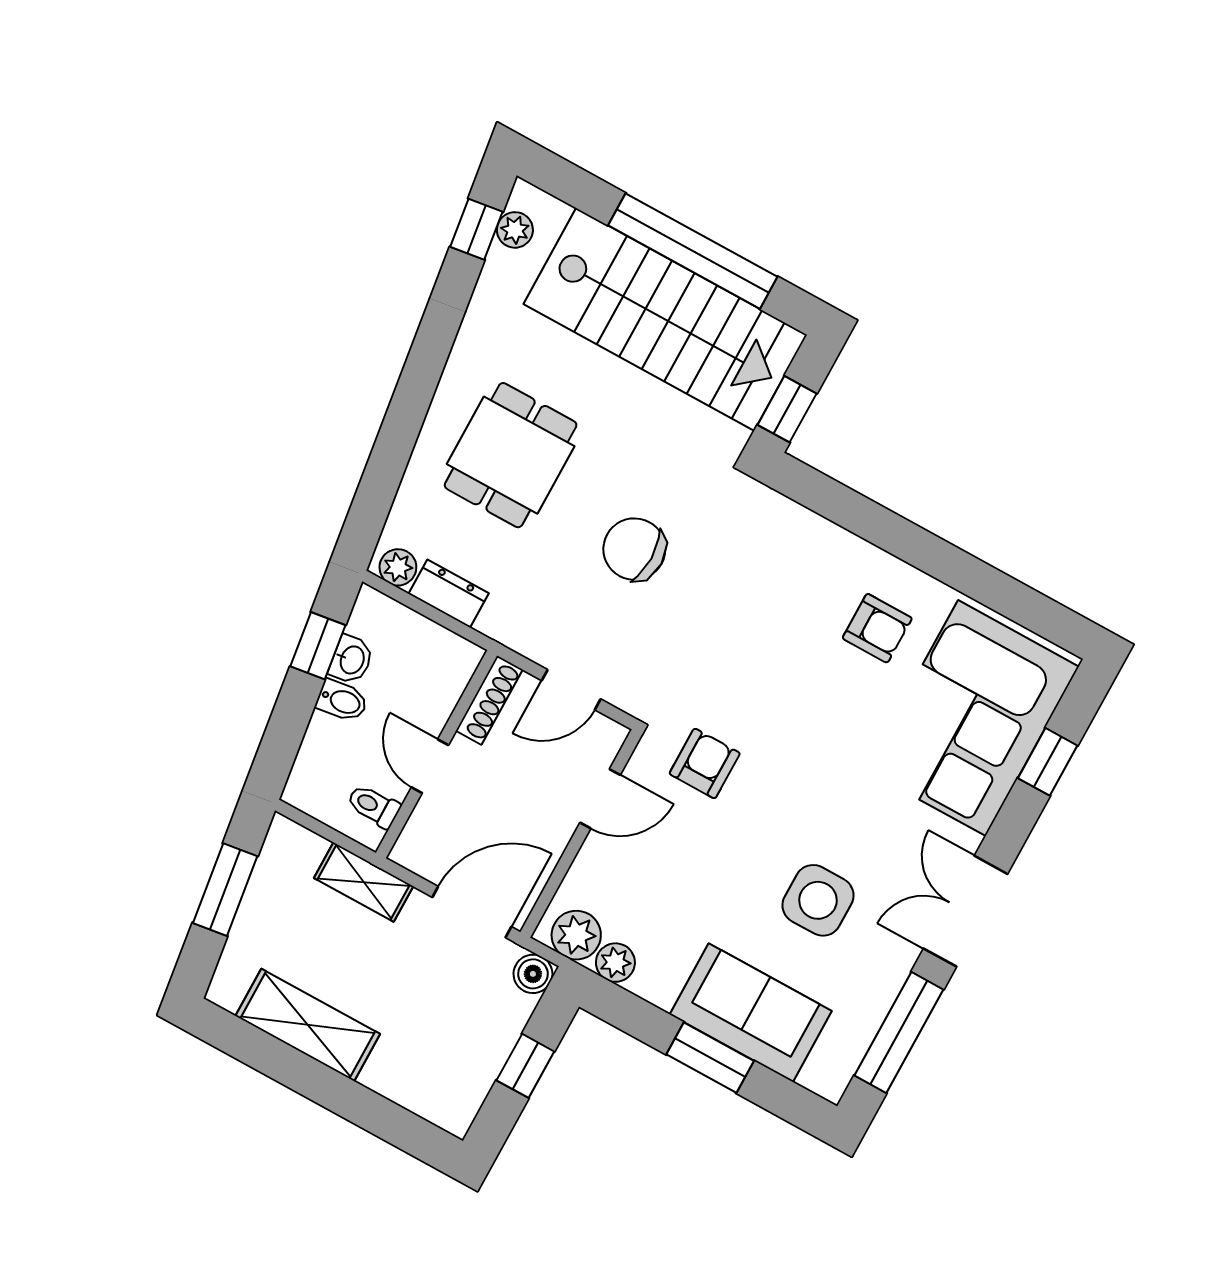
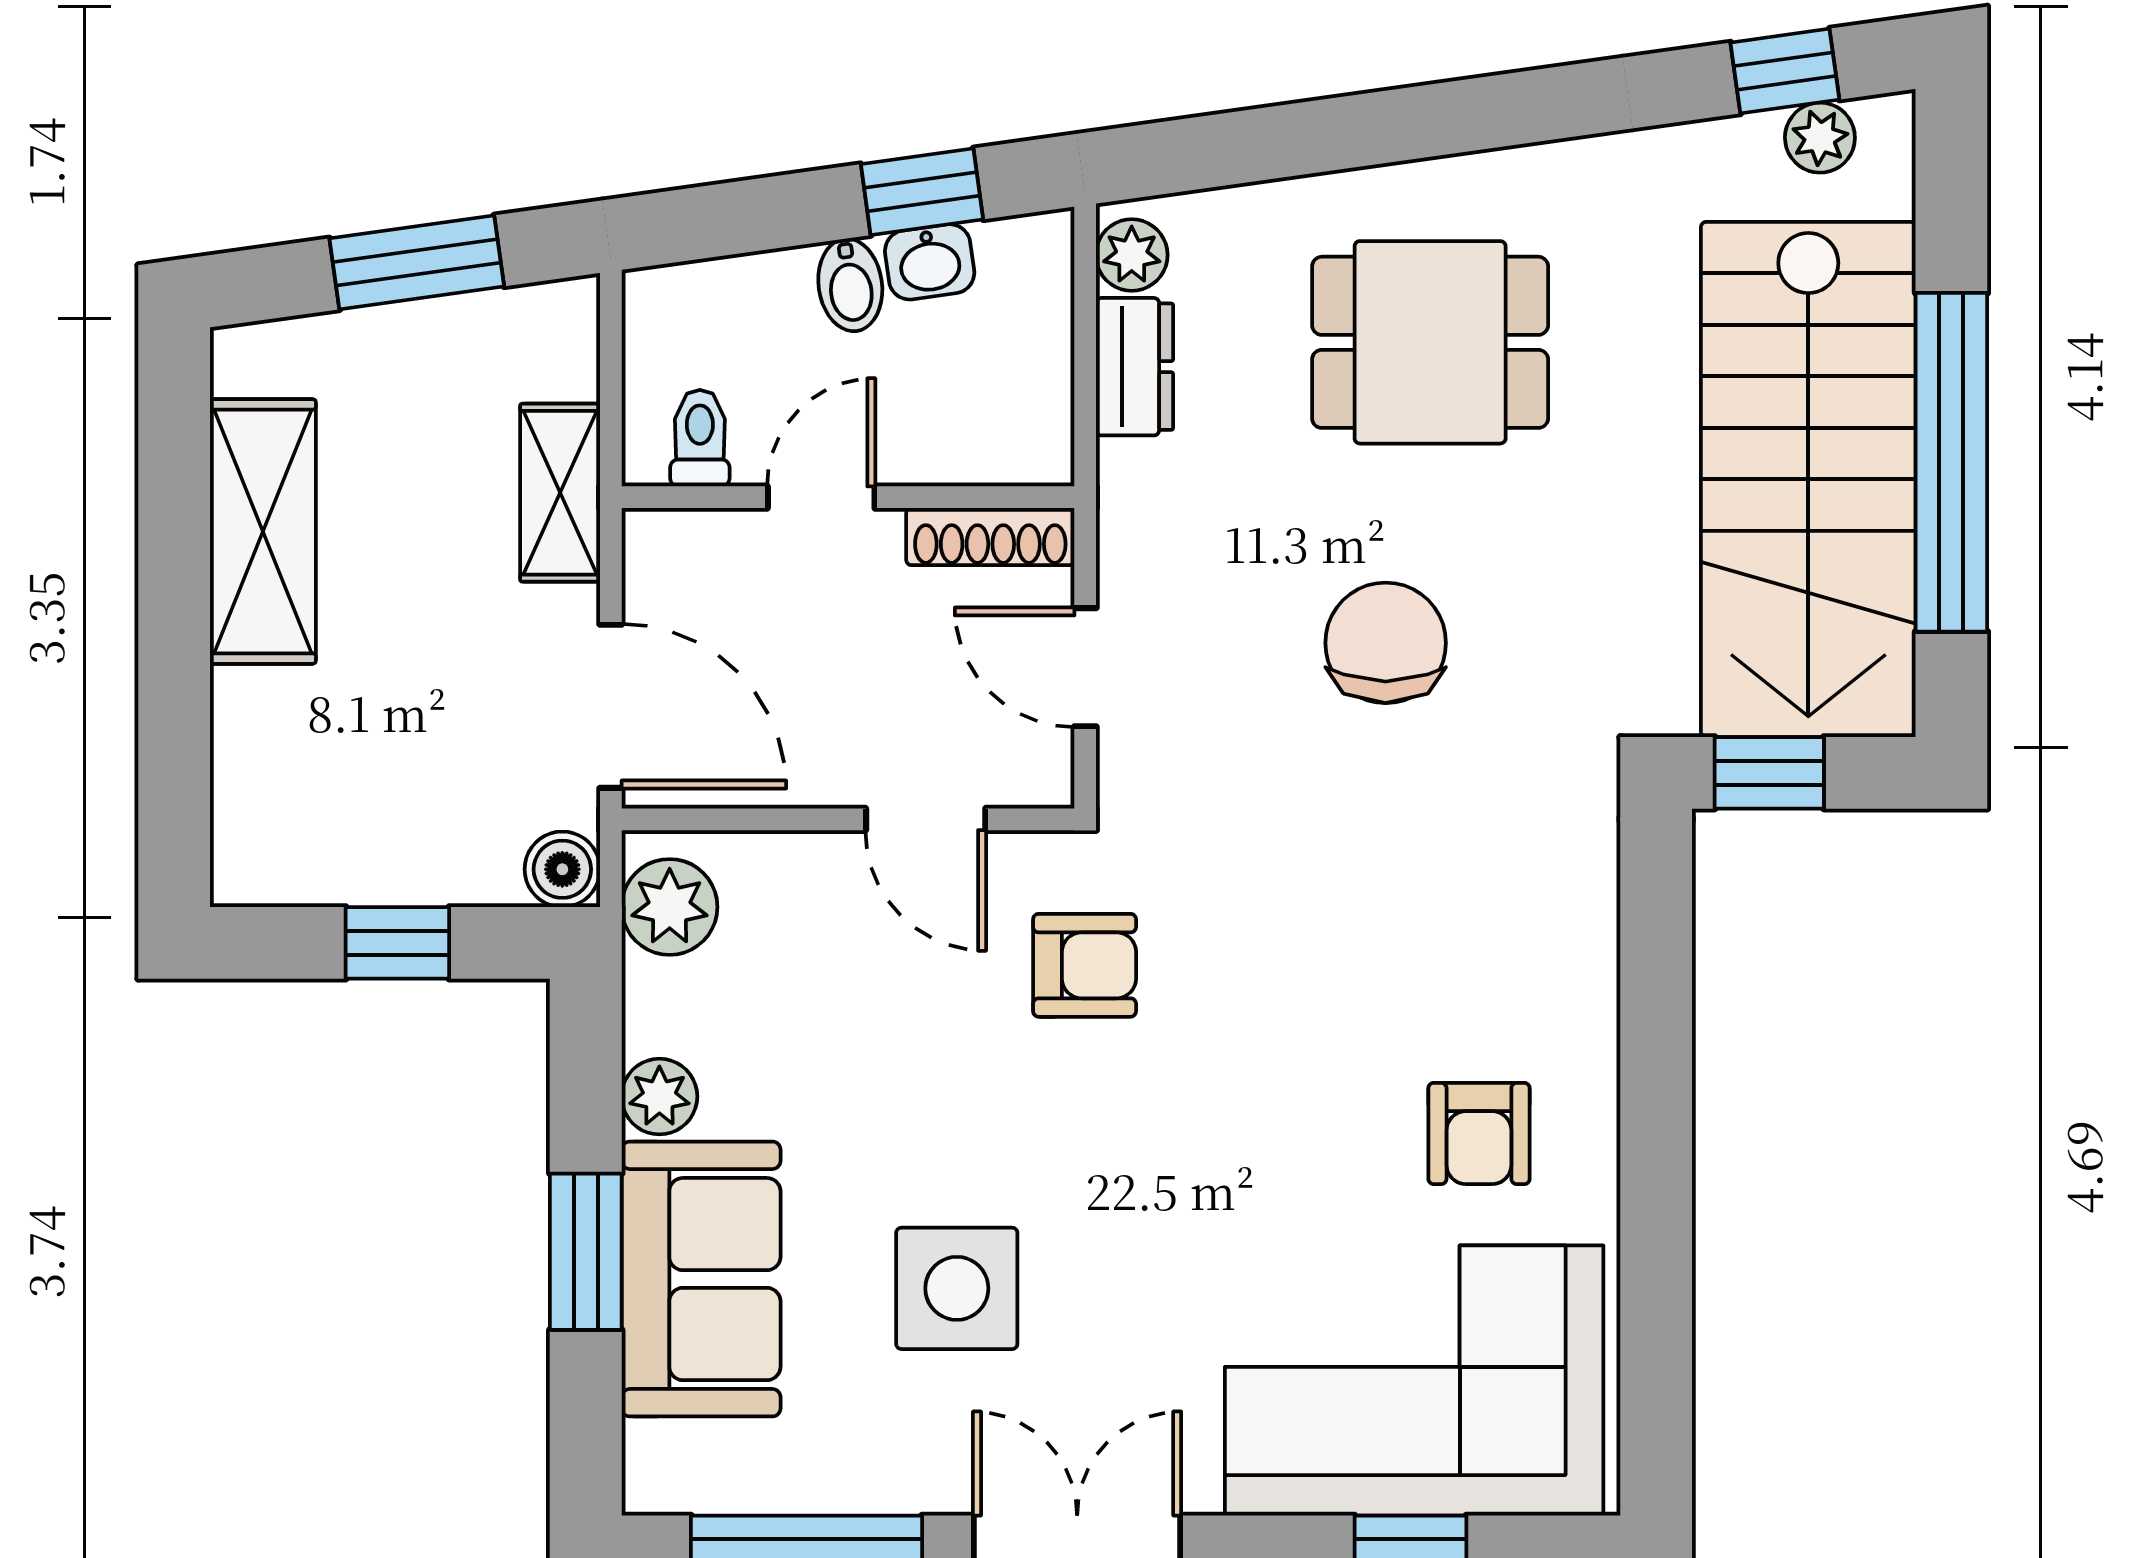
plant: (615, 963) -> (659, 1097), moved

